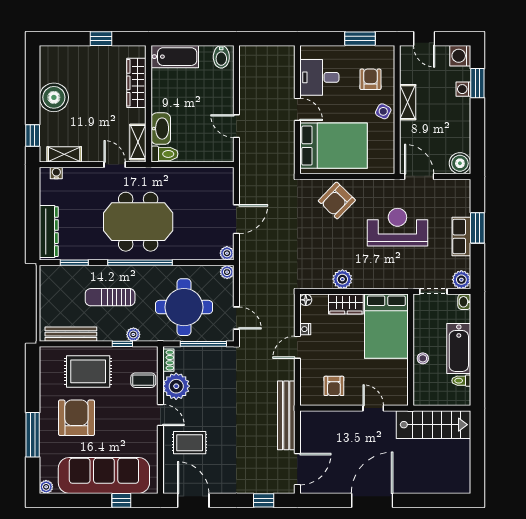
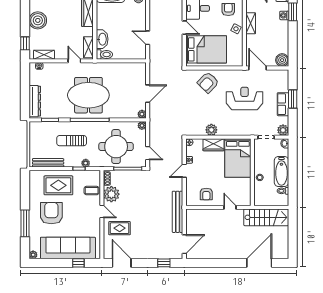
door: (372, 500) -> (259, 263), moved

